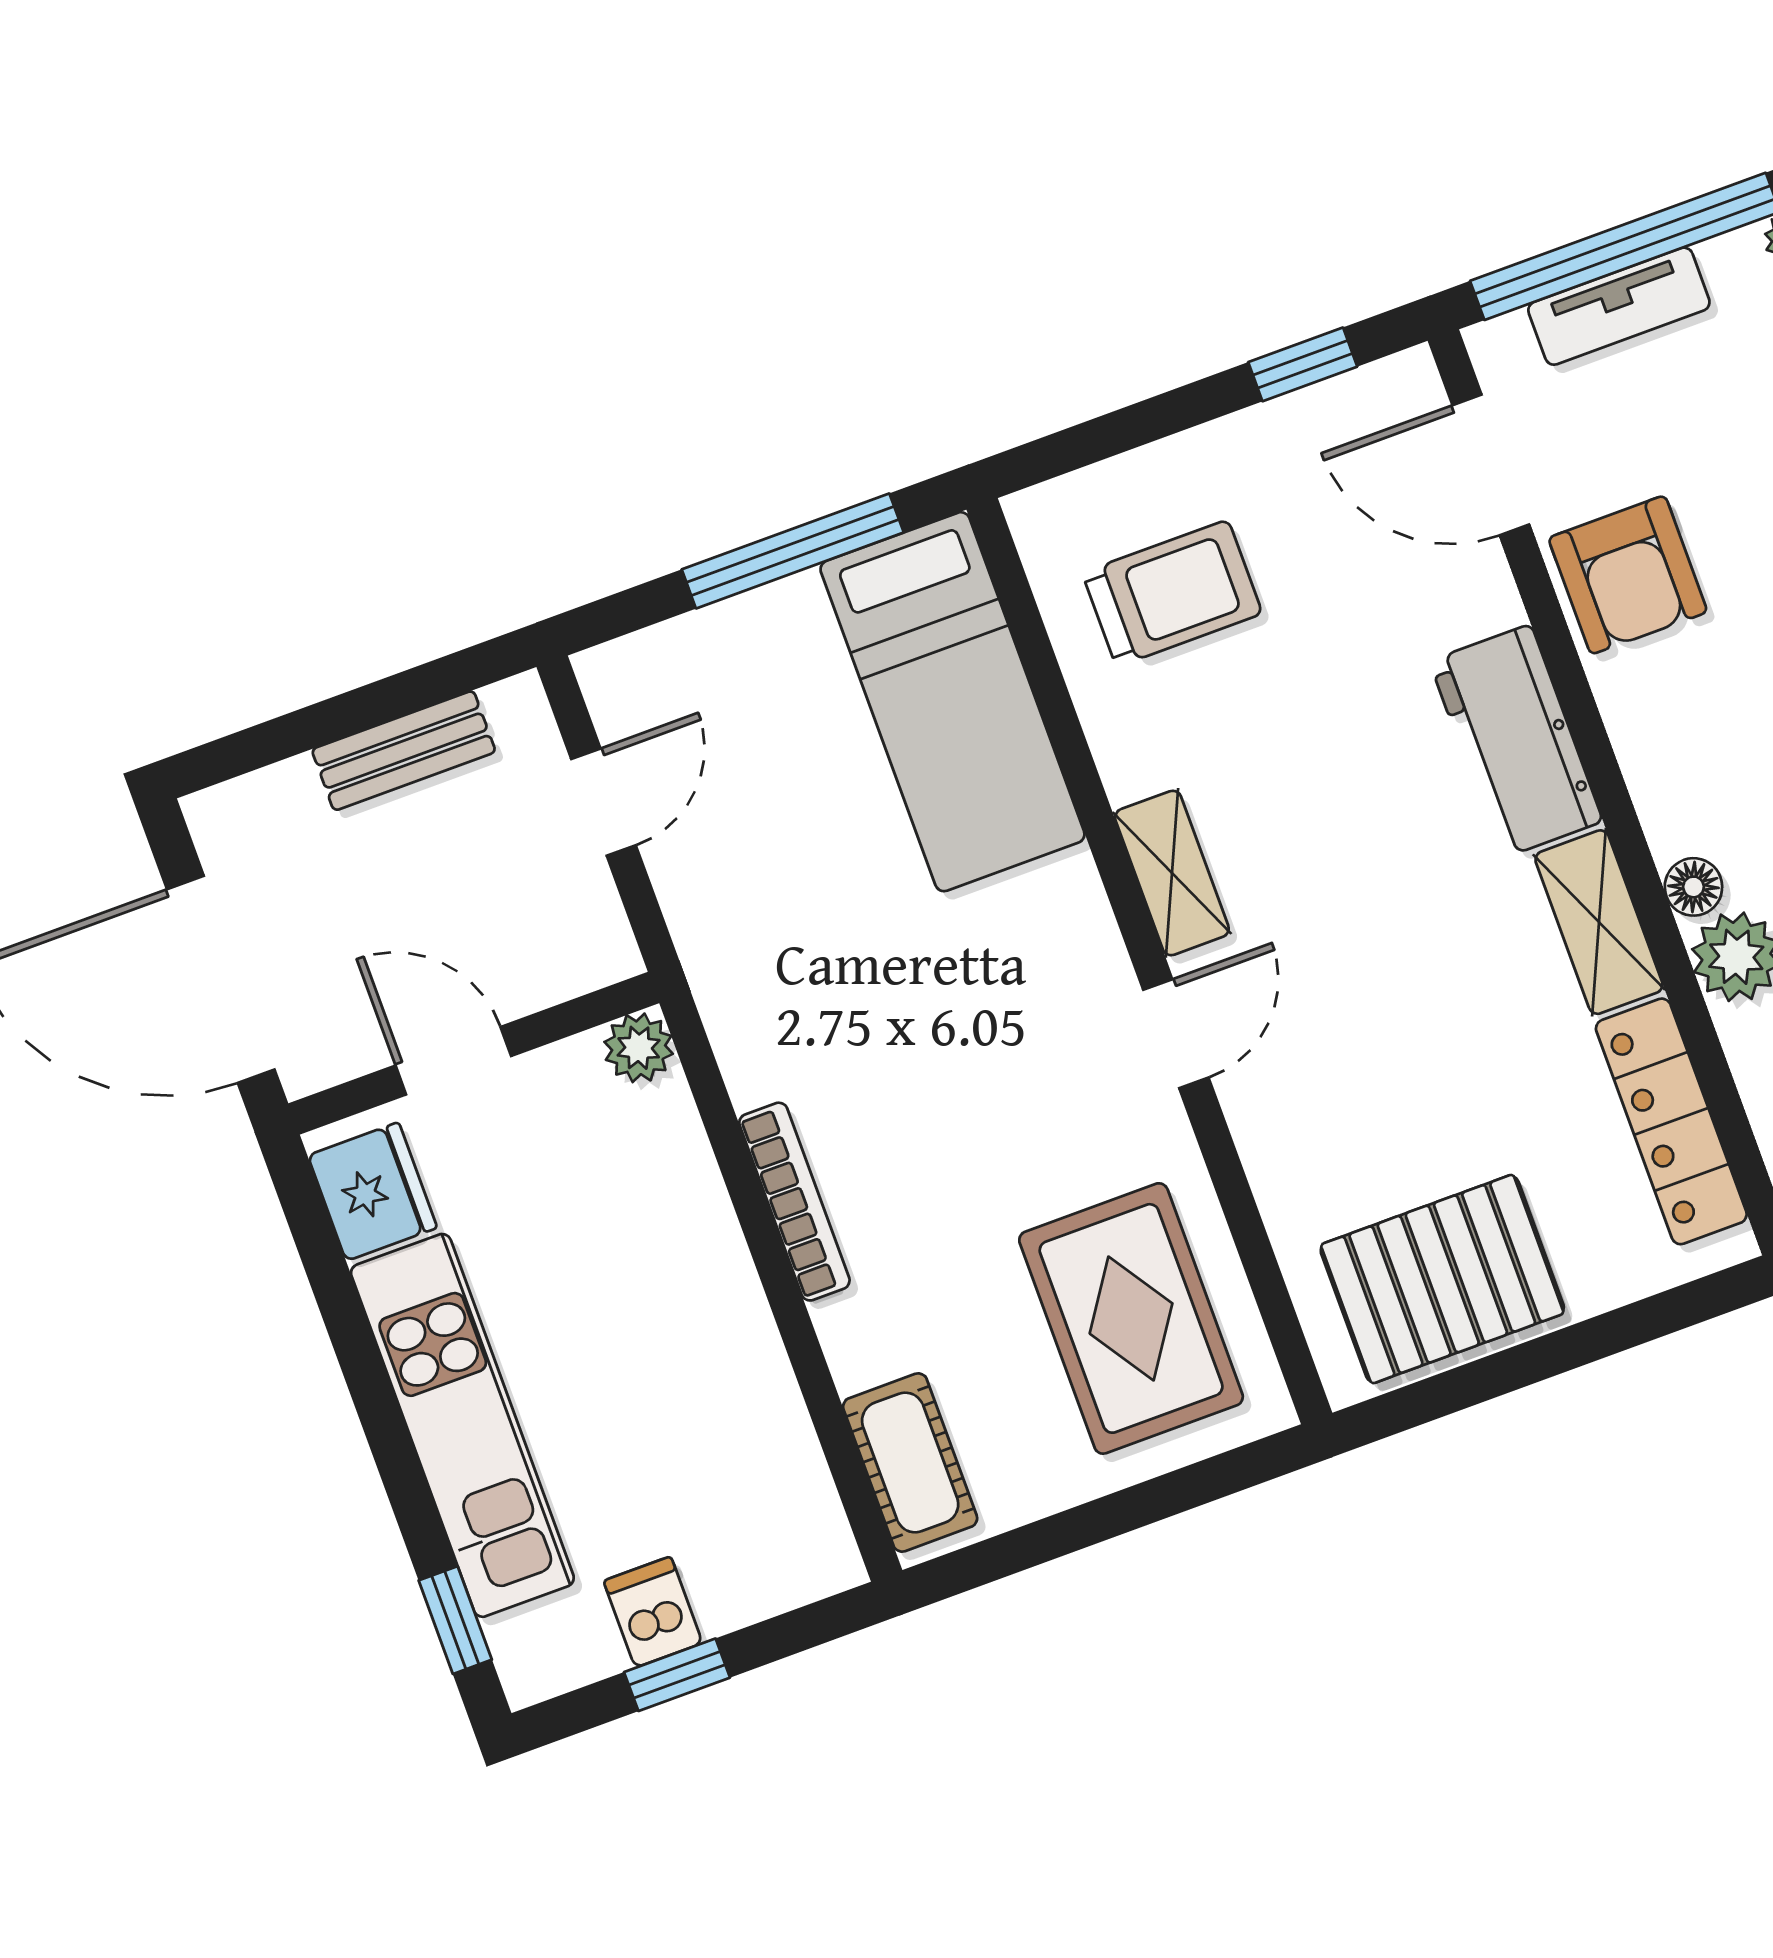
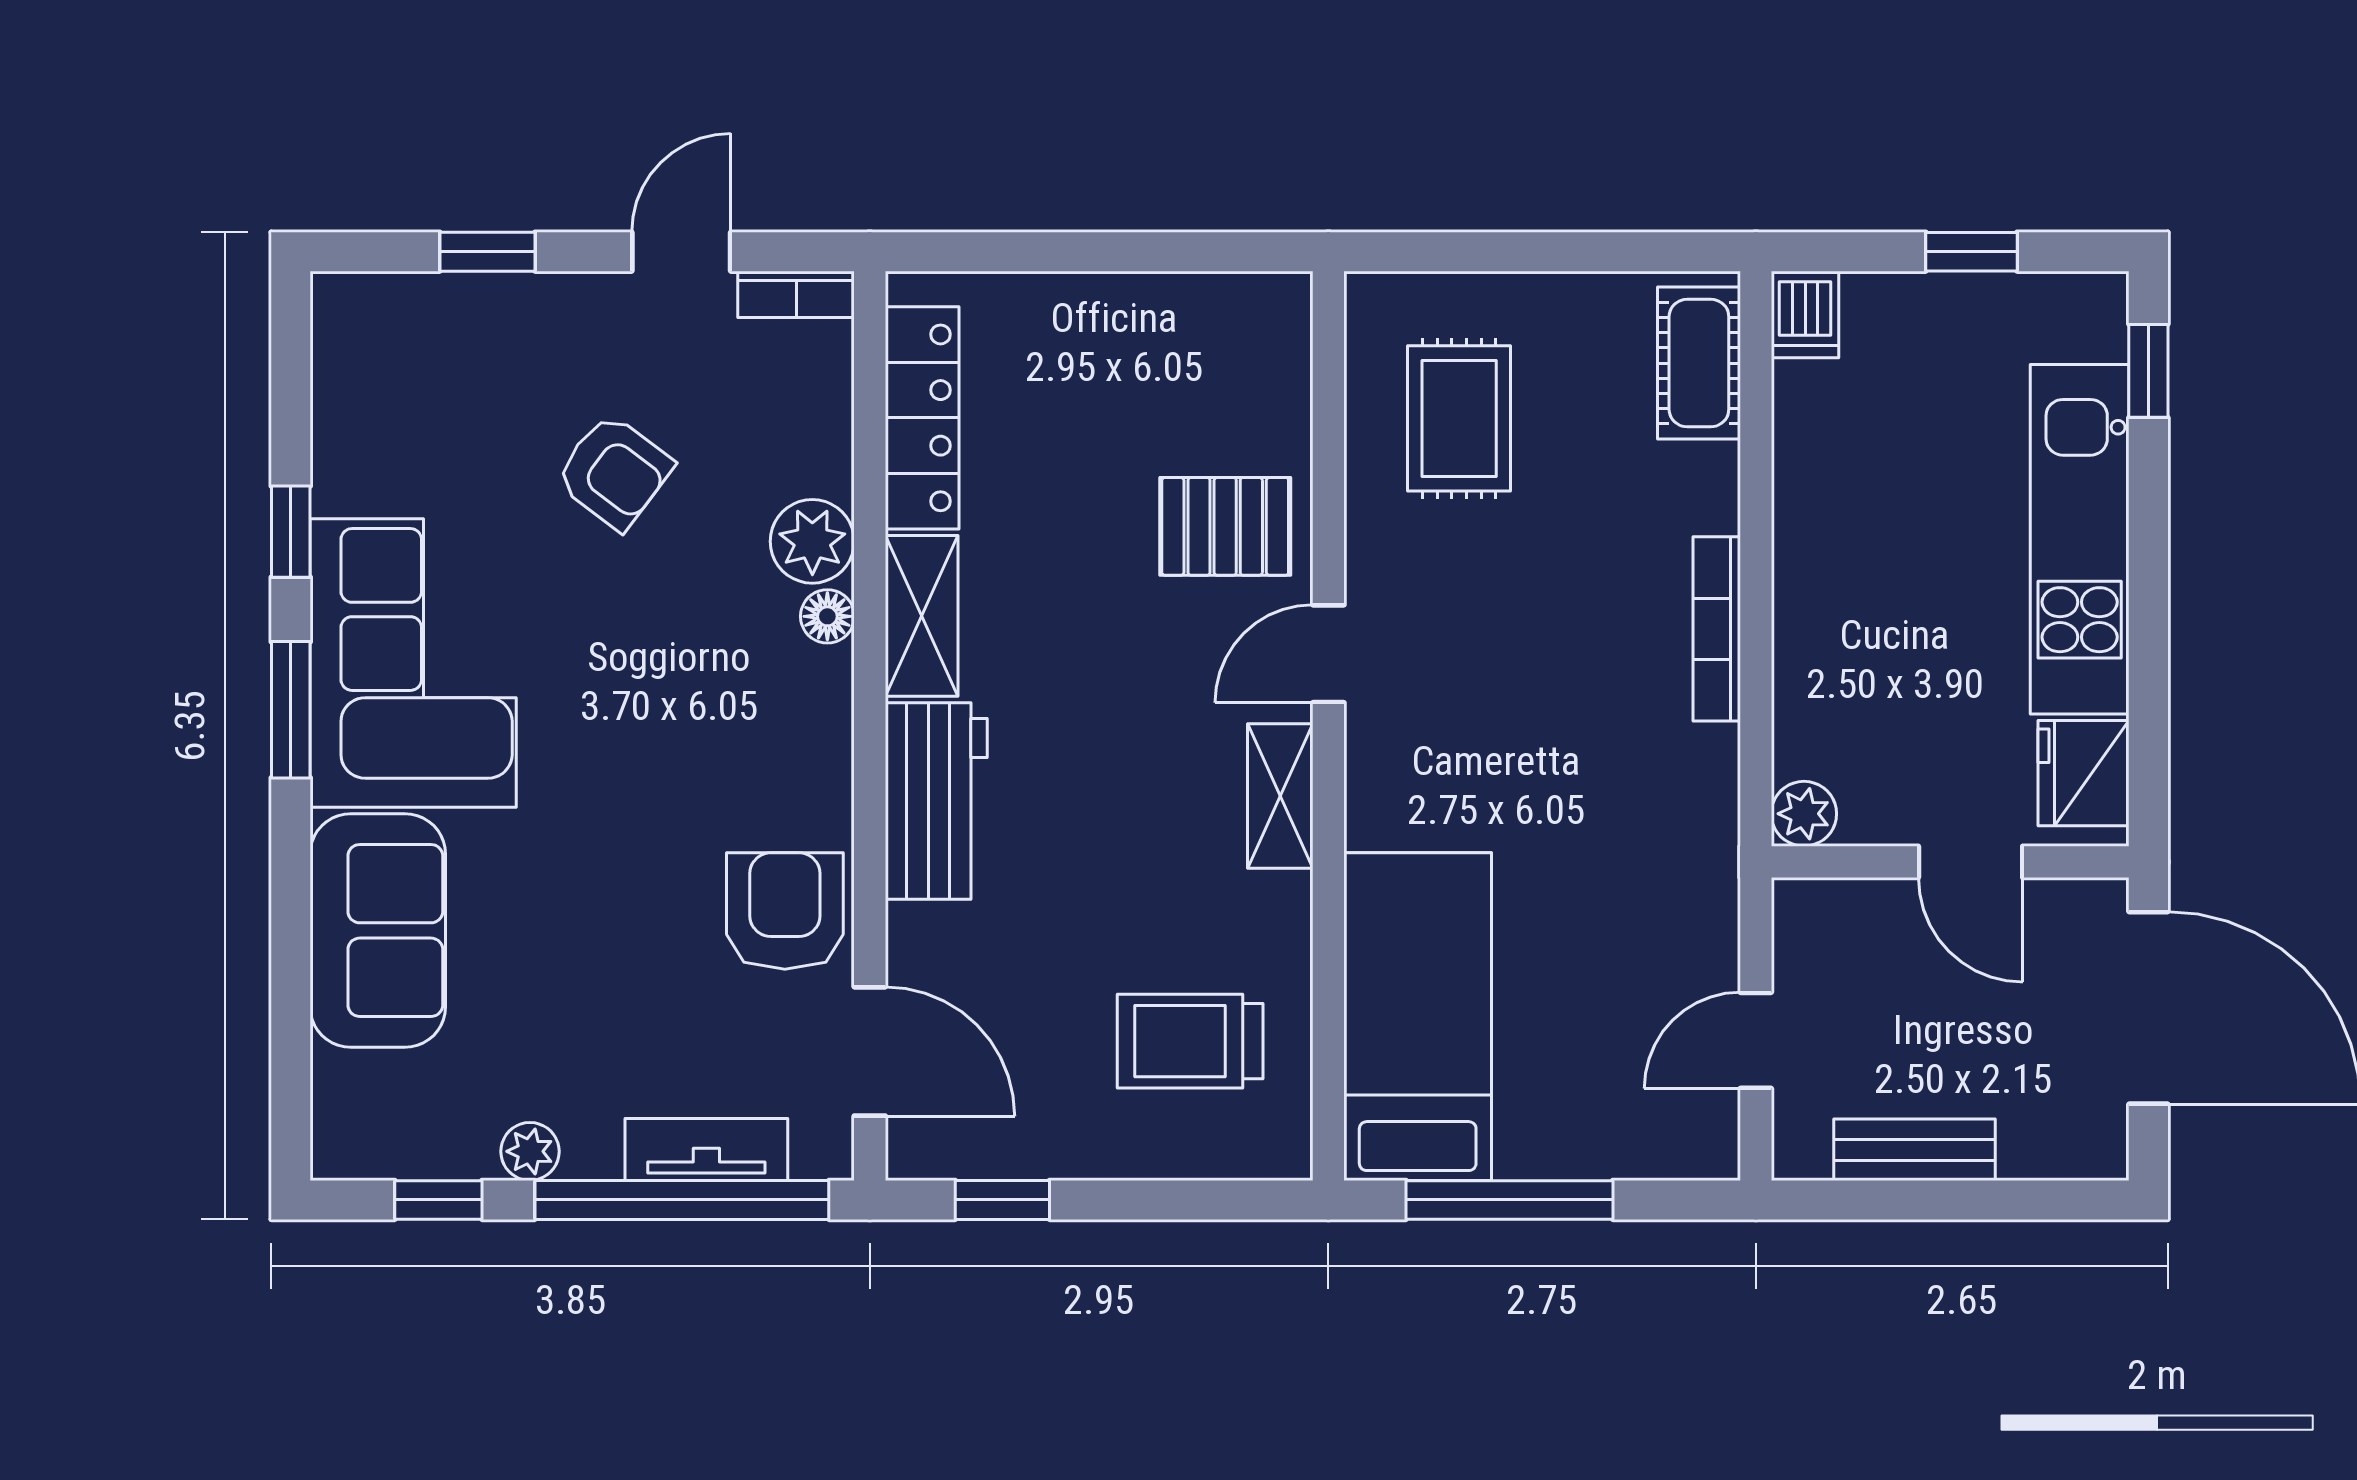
pallet: (1442, 1279) -> (1225, 526), moved, width x0.67, depth x0.71
rug: (1131, 1318) -> (1459, 418), width x0.73, depth x0.70
dishwasher: (653, 1612) -> (1805, 314), moved

